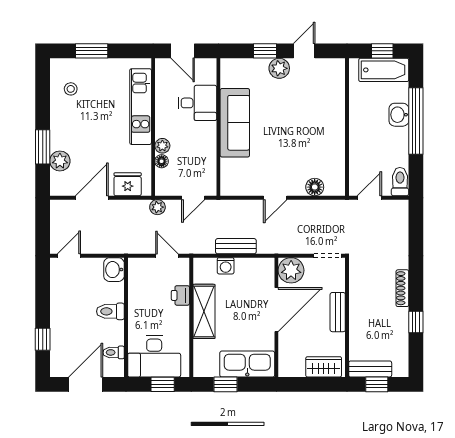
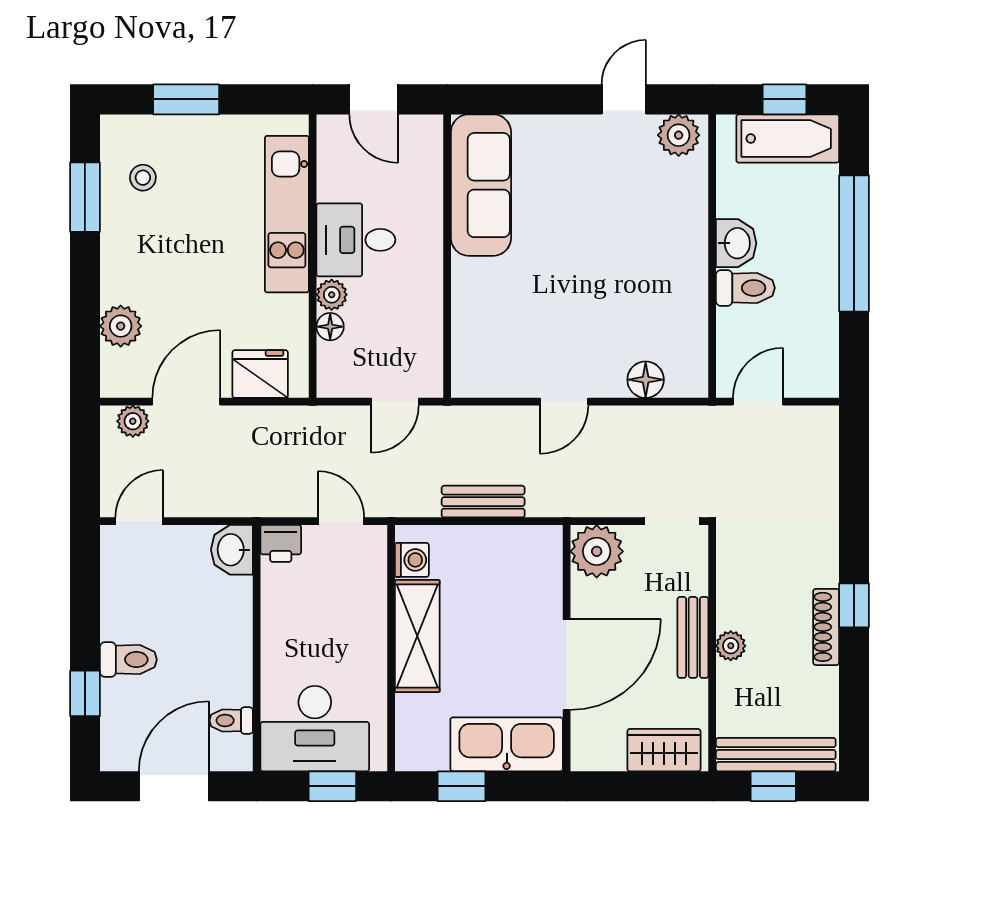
window: (265, 51) -> (543, 99), removed
plant: (279, 68) -> (679, 135), moved
desk: (197, 103) -> (356, 240), moved, turned 180
washbasin: (399, 115) -> (736, 243), moved, turned 180
sofa: (235, 123) -> (481, 185), moved
window: (43, 147) -> (85, 197), moved
toilet: (400, 182) -> (745, 288), moved, turned 90
plant: (157, 207) -> (133, 421), moved
washing machine: (226, 266) -> (412, 560), moved, turned -90
shoe rack: (402, 288) -> (826, 627), moved
printer: (180, 295) -> (281, 543), moved, turned -90
door: (276, 310) -> (567, 665), moved
toilet: (110, 311) -> (128, 660), moved, turned 180
plant: (356, 316) -> (731, 646), added
window: (416, 322) -> (854, 605), moved
bench: (370, 369) -> (776, 755), width x1.36

